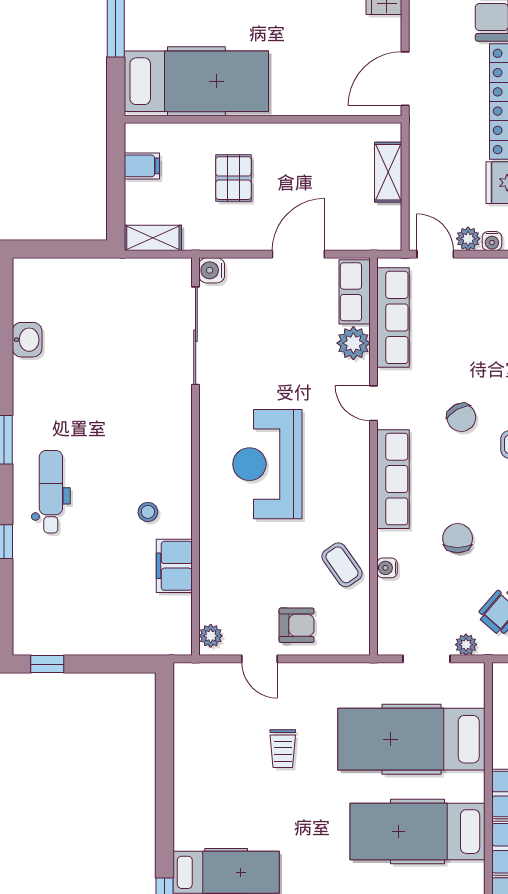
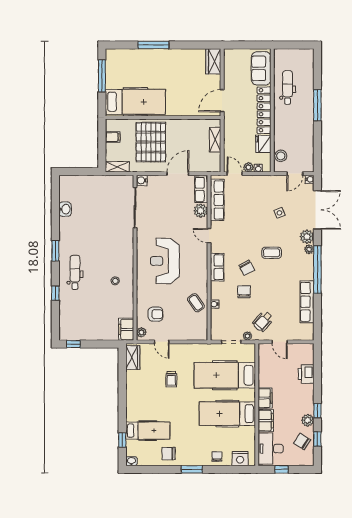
pallet: (233, 178) -> (151, 142), width x2.05, depth x2.00
chair: (461, 417) -> (247, 268), moved
row of seats: (393, 479) -> (217, 267), width x0.68
filing cabinet: (174, 566) -> (126, 329), moved
armchair: (297, 625) -> (156, 314), moved
wardrobe: (190, 697) -> (133, 358), added

